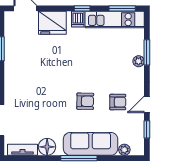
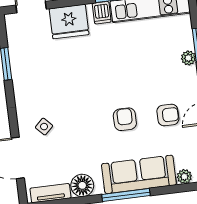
side table: (24, 99) -> (44, 127), added
armchair: (85, 101) -> (125, 119), turned -91

